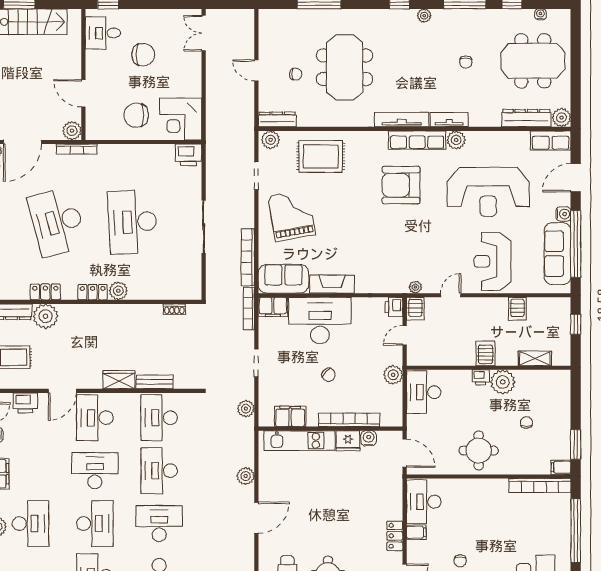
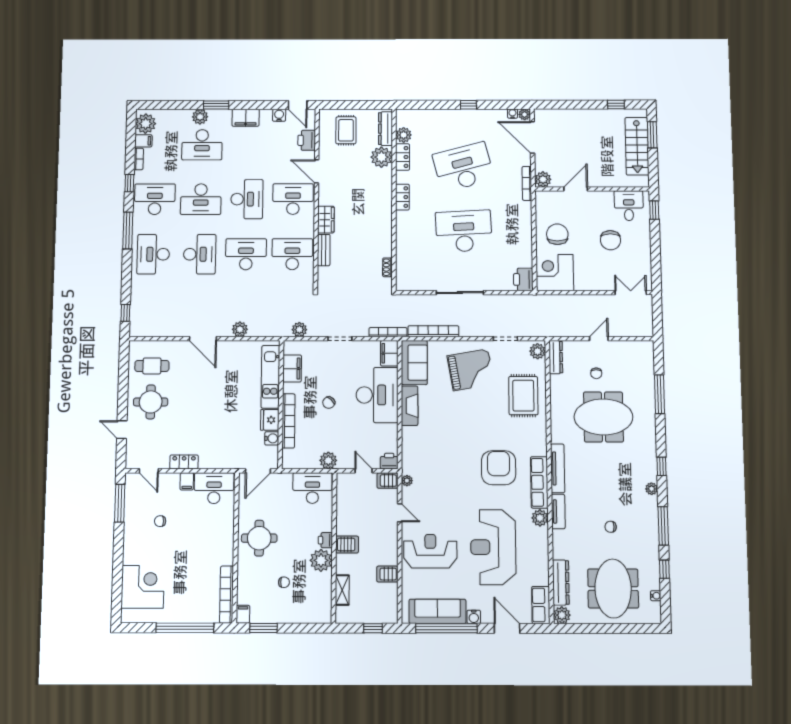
plant: (118, 291) -> (404, 135), moved

